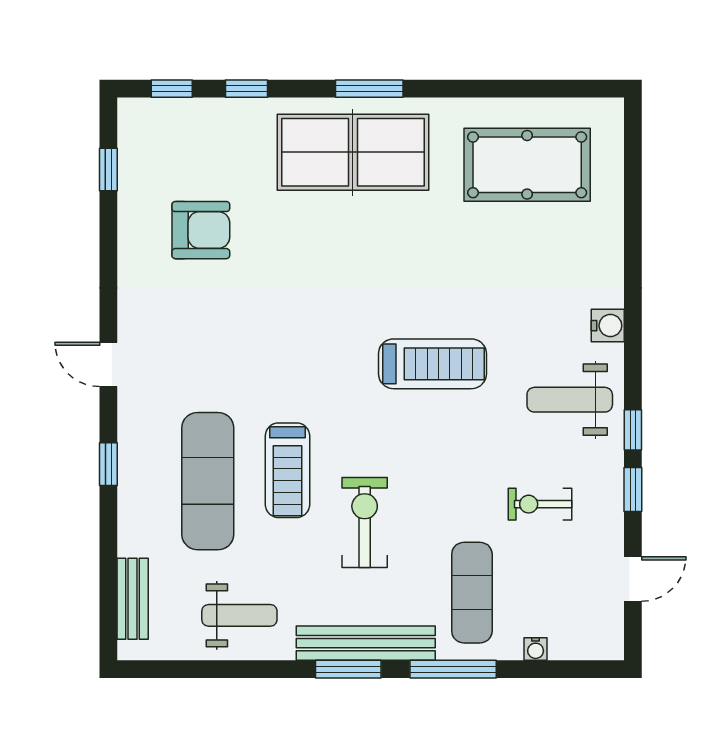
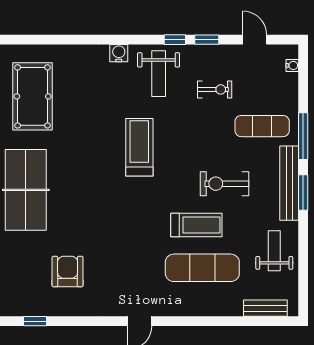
window: (108, 464) -> (193, 321), removed
exercise bike: (540, 504) -> (215, 89), turned -90
water cooler: (536, 649) -> (292, 65), moved

